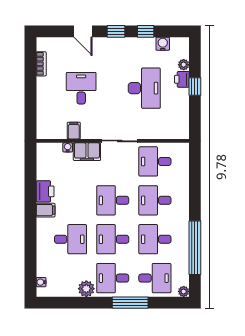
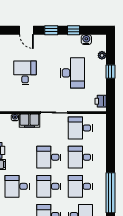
printer: (182, 79) -> (101, 101), moved
filing cabinet: (74, 131) -> (20, 105), removed
desk: (70, 239) -> (17, 186), turned 180

